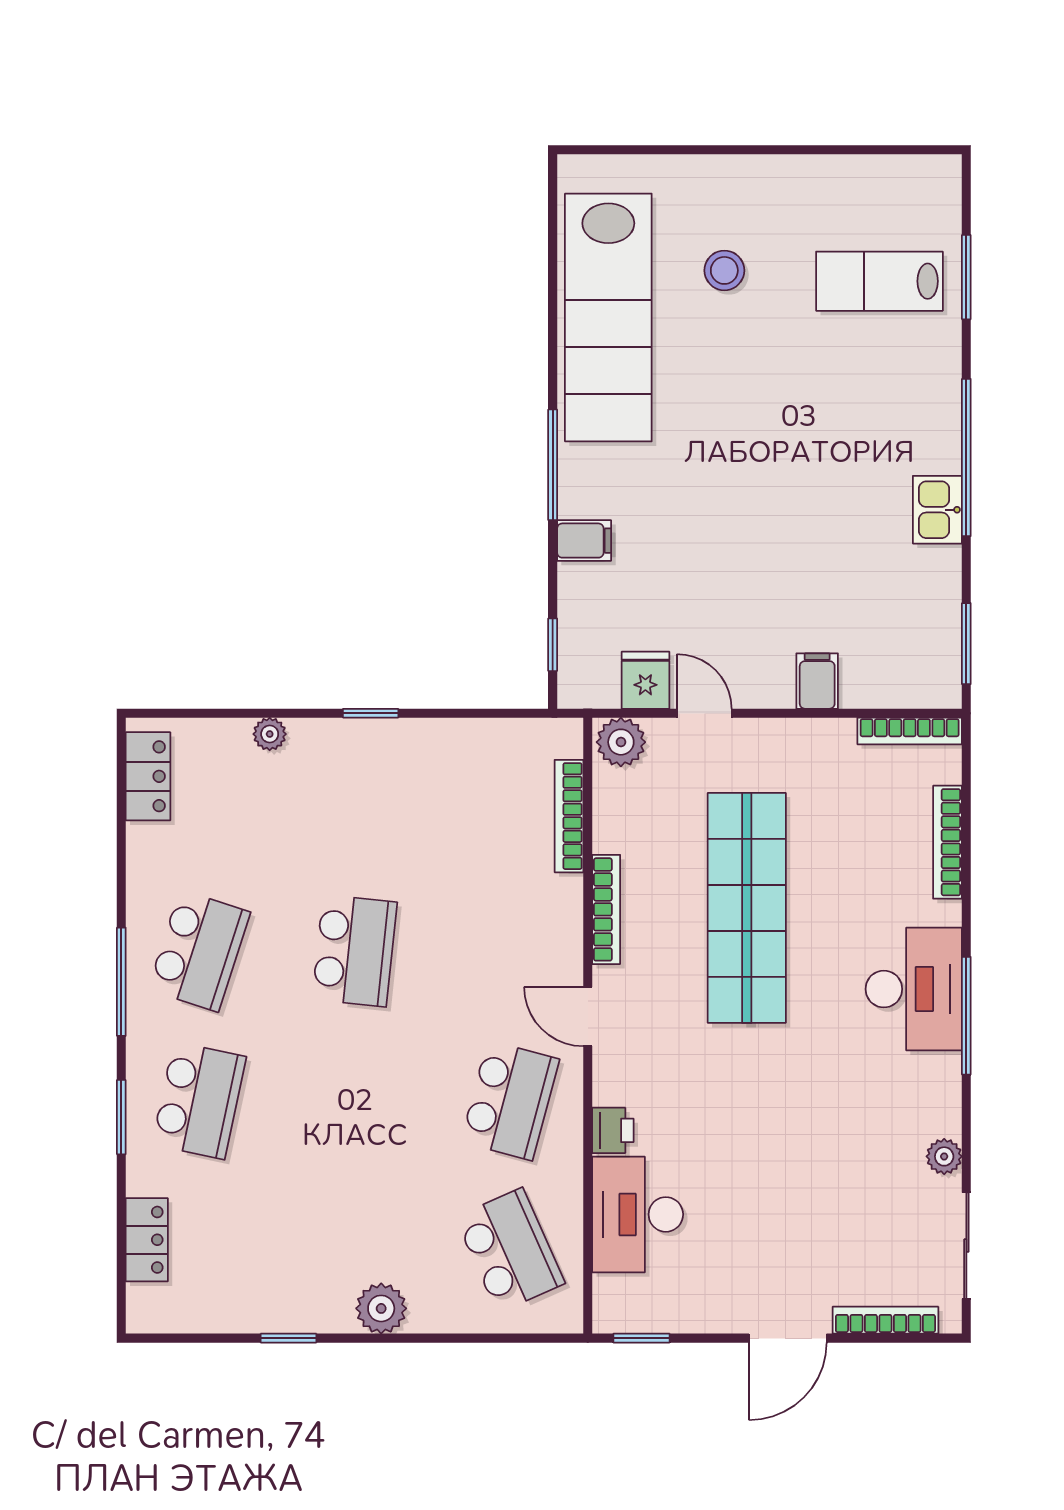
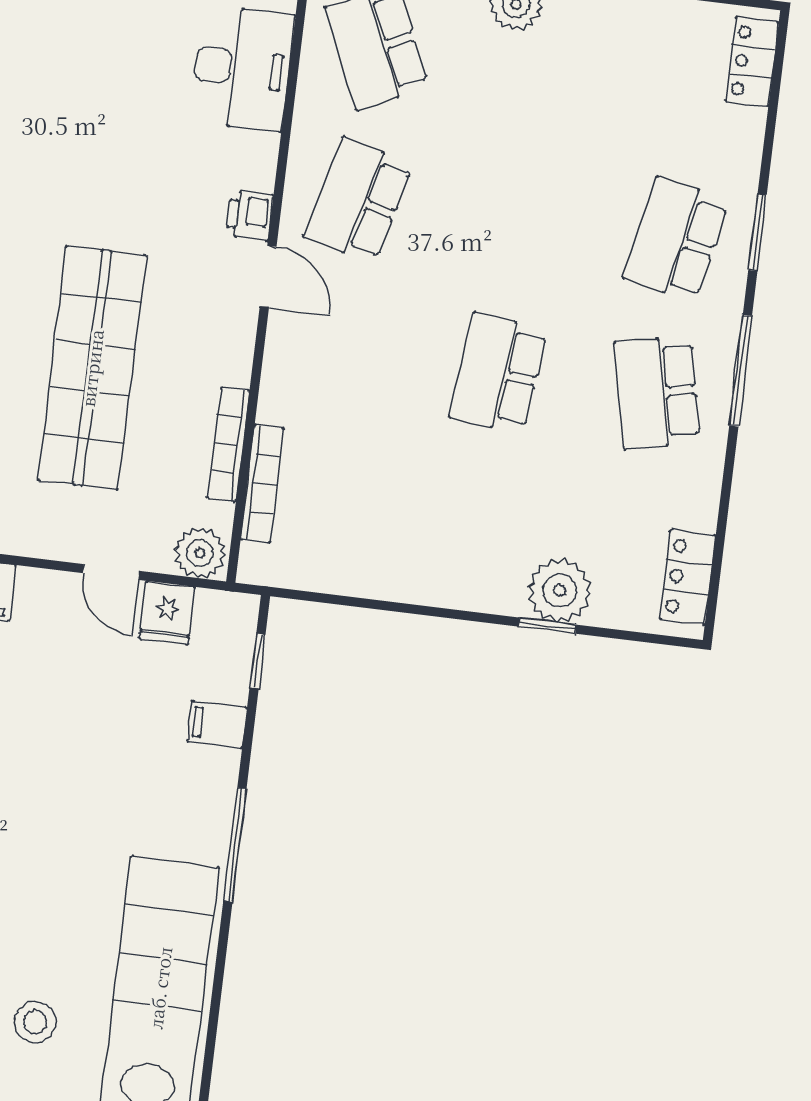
filing cabinet: (584, 541) -> (217, 724), moved
window: (371, 713) -> (547, 626), moved
plant: (270, 734) -> (560, 591), width x1.88, depth x1.88
bookcase: (606, 909) -> (228, 445), moved
school desk: (199, 951) -> (657, 393), turned -30
printer: (613, 1130) -> (250, 215), moved
locker: (147, 1240) -> (752, 62), moved

